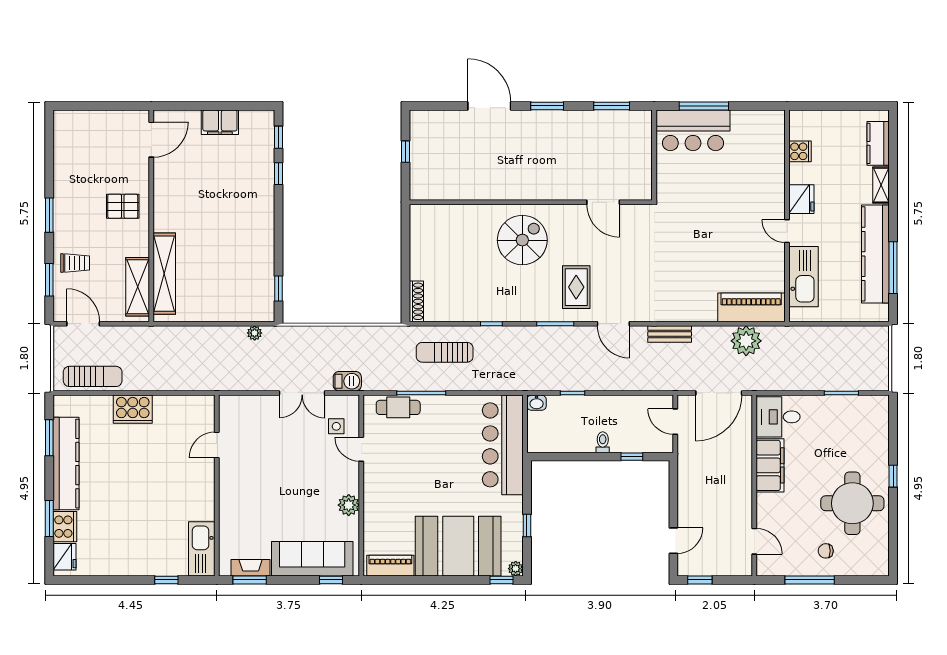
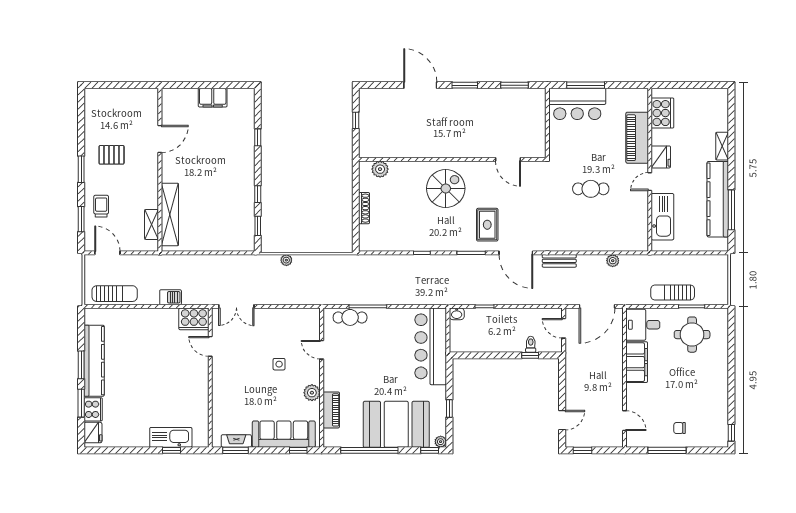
window: (278, 137) -> (258, 194), moved
door: (151, 140) -> (160, 139), moved
kitchen counter: (878, 143) -> (720, 114), removed
cooker: (800, 151) -> (662, 113), width x1.87, depth x1.31
pallet: (123, 206) -> (112, 155), moved
plant: (437, 215) -> (380, 169), added
door: (787, 231) -> (650, 182), hinge flipped
cafe table: (711, 241) -> (591, 189), added
trolley: (75, 263) -> (101, 206), turned -90
shelving: (138, 287) -> (152, 224), width x0.67, depth x0.75
shoe rack: (416, 301) -> (364, 208), moved
piano: (751, 307) -> (637, 138), moved, turned -90
door: (613, 324) -> (516, 253), width x1.36
plant: (255, 333) -> (286, 260), moved
plant: (746, 341) -> (613, 261), width x0.53, depth x0.53
sun lounger: (445, 352) -> (673, 293), moved
barbecue: (347, 381) -> (171, 297), moved
double door: (302, 393) -> (236, 306), moved
cooker: (133, 409) -> (194, 319), moved
side table: (336, 426) -> (279, 364), moved
window: (49, 438) -> (81, 365), moved
toilet: (603, 442) -> (531, 344), moved
door: (217, 445) -> (210, 346), hinge flipped
window: (893, 476) -> (731, 433), moved
round table: (852, 503) -> (692, 335), moved, width x0.73, depth x0.73
kitchen sink: (202, 549) -> (171, 437), moved, turned 90
piano: (390, 566) -> (331, 410), moved, turned 90
window: (423, 580) -> (369, 450), added

